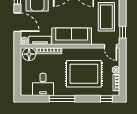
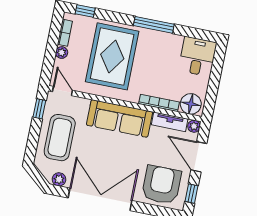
rug: (84, 74) -> (112, 56), turned 90
desk: (43, 84) -> (198, 57), moved

